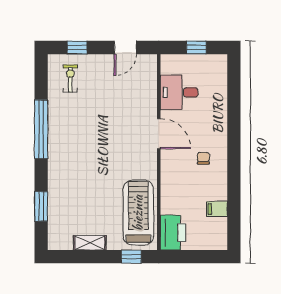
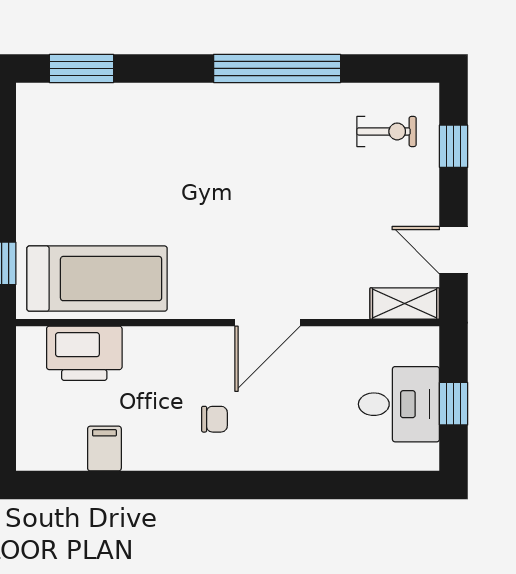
desk: (179, 92) -> (399, 404), moved, turned 90
window: (41, 206) -> (82, 68), moved
printer: (173, 233) -> (84, 353), moved
shelving: (90, 243) -> (405, 303), moved, turned 90

